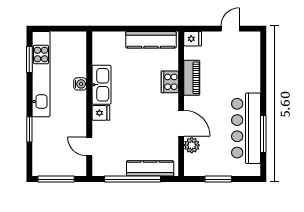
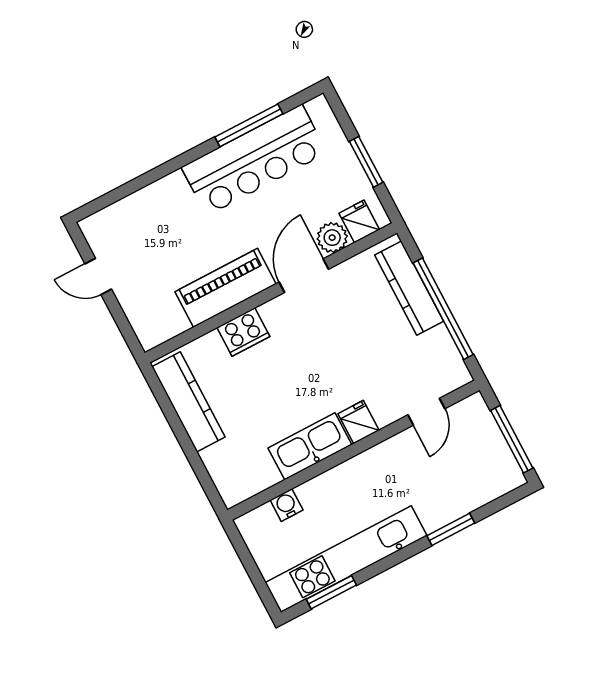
fridge: (193, 39) -> (359, 221), moved
piano: (192, 78) -> (226, 288), width x1.37, depth x1.33
water cooler: (80, 84) -> (287, 505), moved

